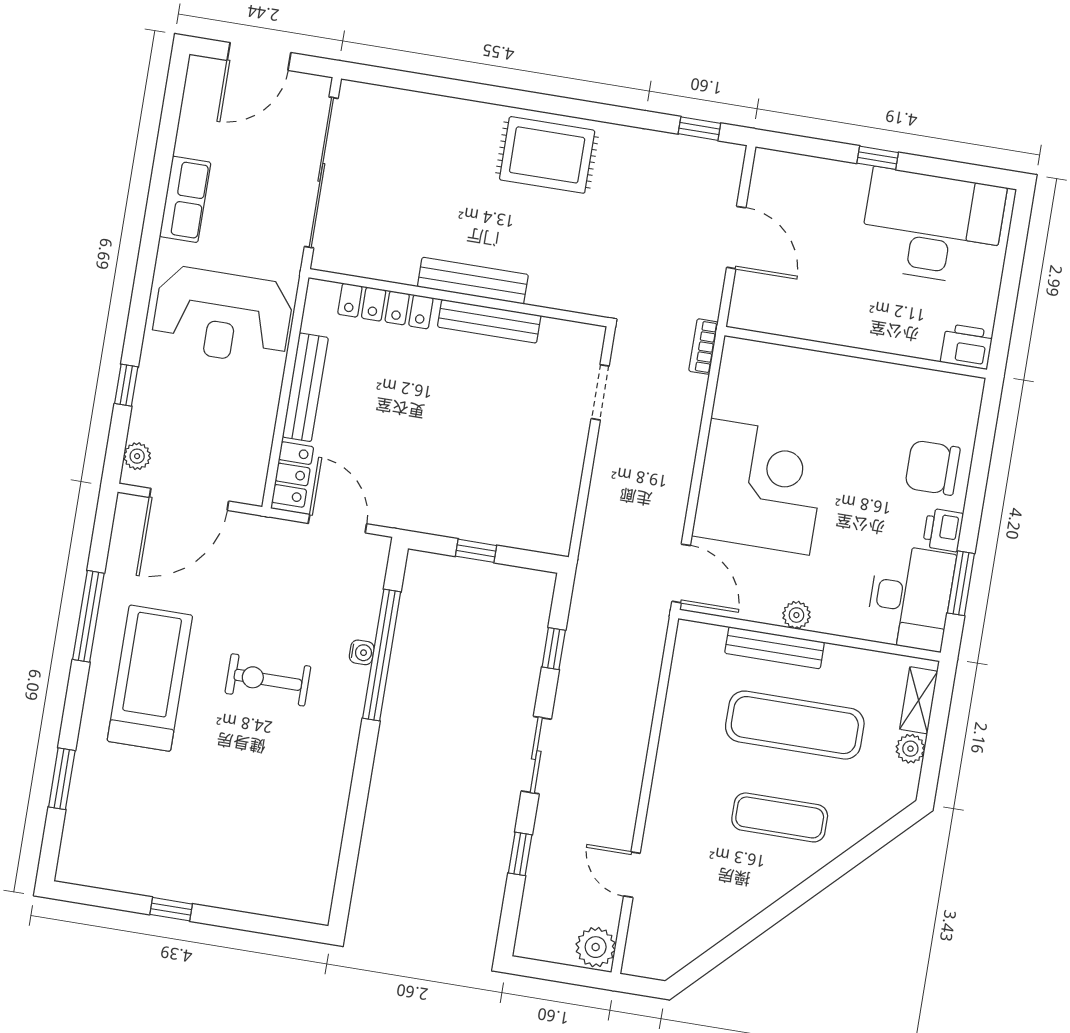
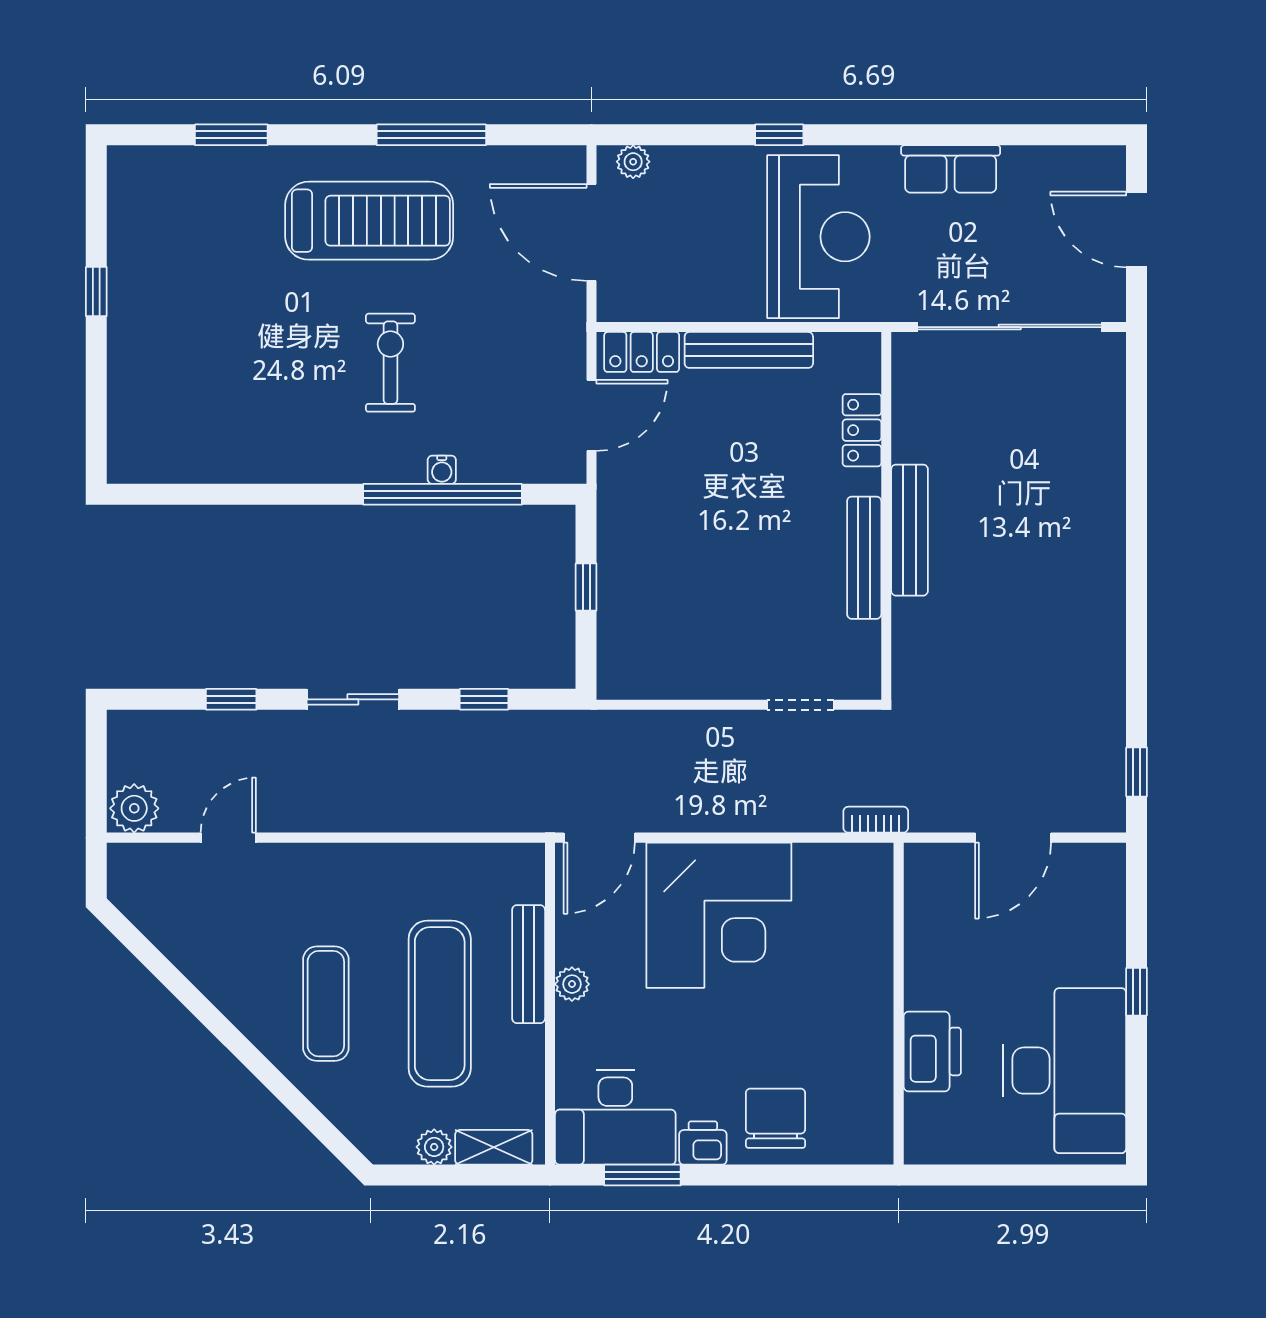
rug: (547, 155) -> (1075, 594), removed
locker: (385, 306) -> (862, 430), width x0.66
reception desk: (223, 316) -> (818, 237), turned 180
printer: (967, 346) -> (932, 1051), moved, width x1.37, depth x1.19
window: (126, 385) -> (779, 135), moved

